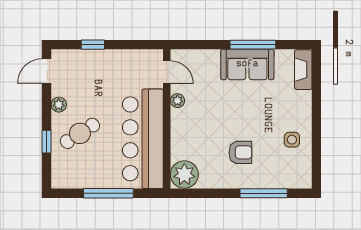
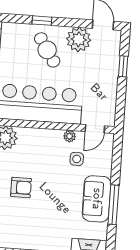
plant: (59, 105) -> (79, 39), width x1.87, depth x1.87
side table: (292, 140) -> (77, 159), moved
armchair: (240, 152) -> (21, 187), turned -90

